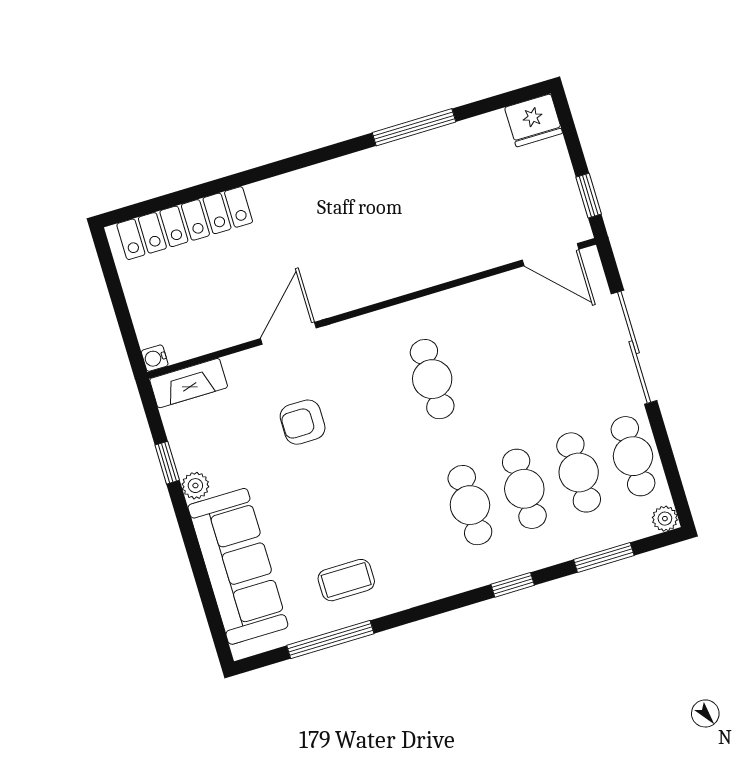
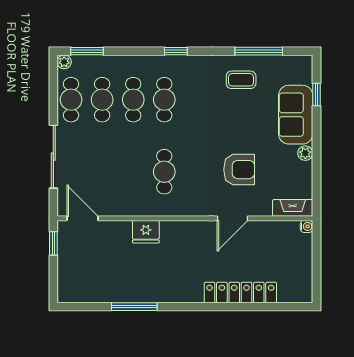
fridge: (534, 120) -> (146, 232), moved, turned 180
locker: (185, 223) -> (240, 293), moved
armchair: (303, 422) -> (239, 170), width x1.38, depth x1.38
window: (167, 463) -> (316, 95), moved
window: (604, 557) -> (87, 51), moved
sofa: (238, 566) -> (296, 115), width x0.73
window: (513, 585) -> (176, 51), moved

